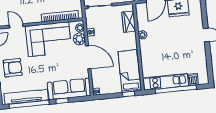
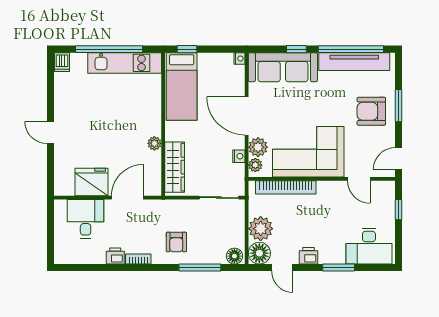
wardrobe: (129, 22) -> (175, 167), width x1.50
dishwasher: (193, 80) -> (62, 62), moved

